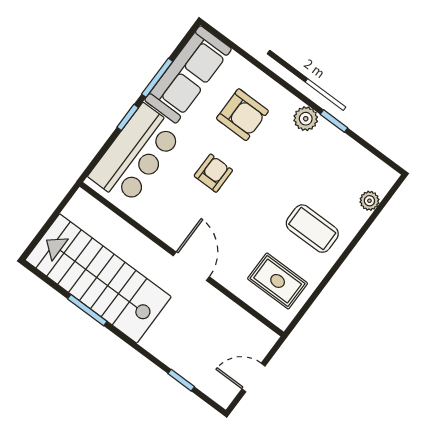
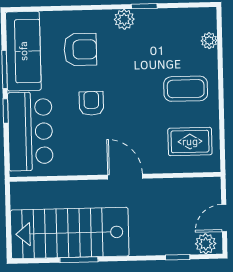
plant: (217, 388) -> (206, 244), added

